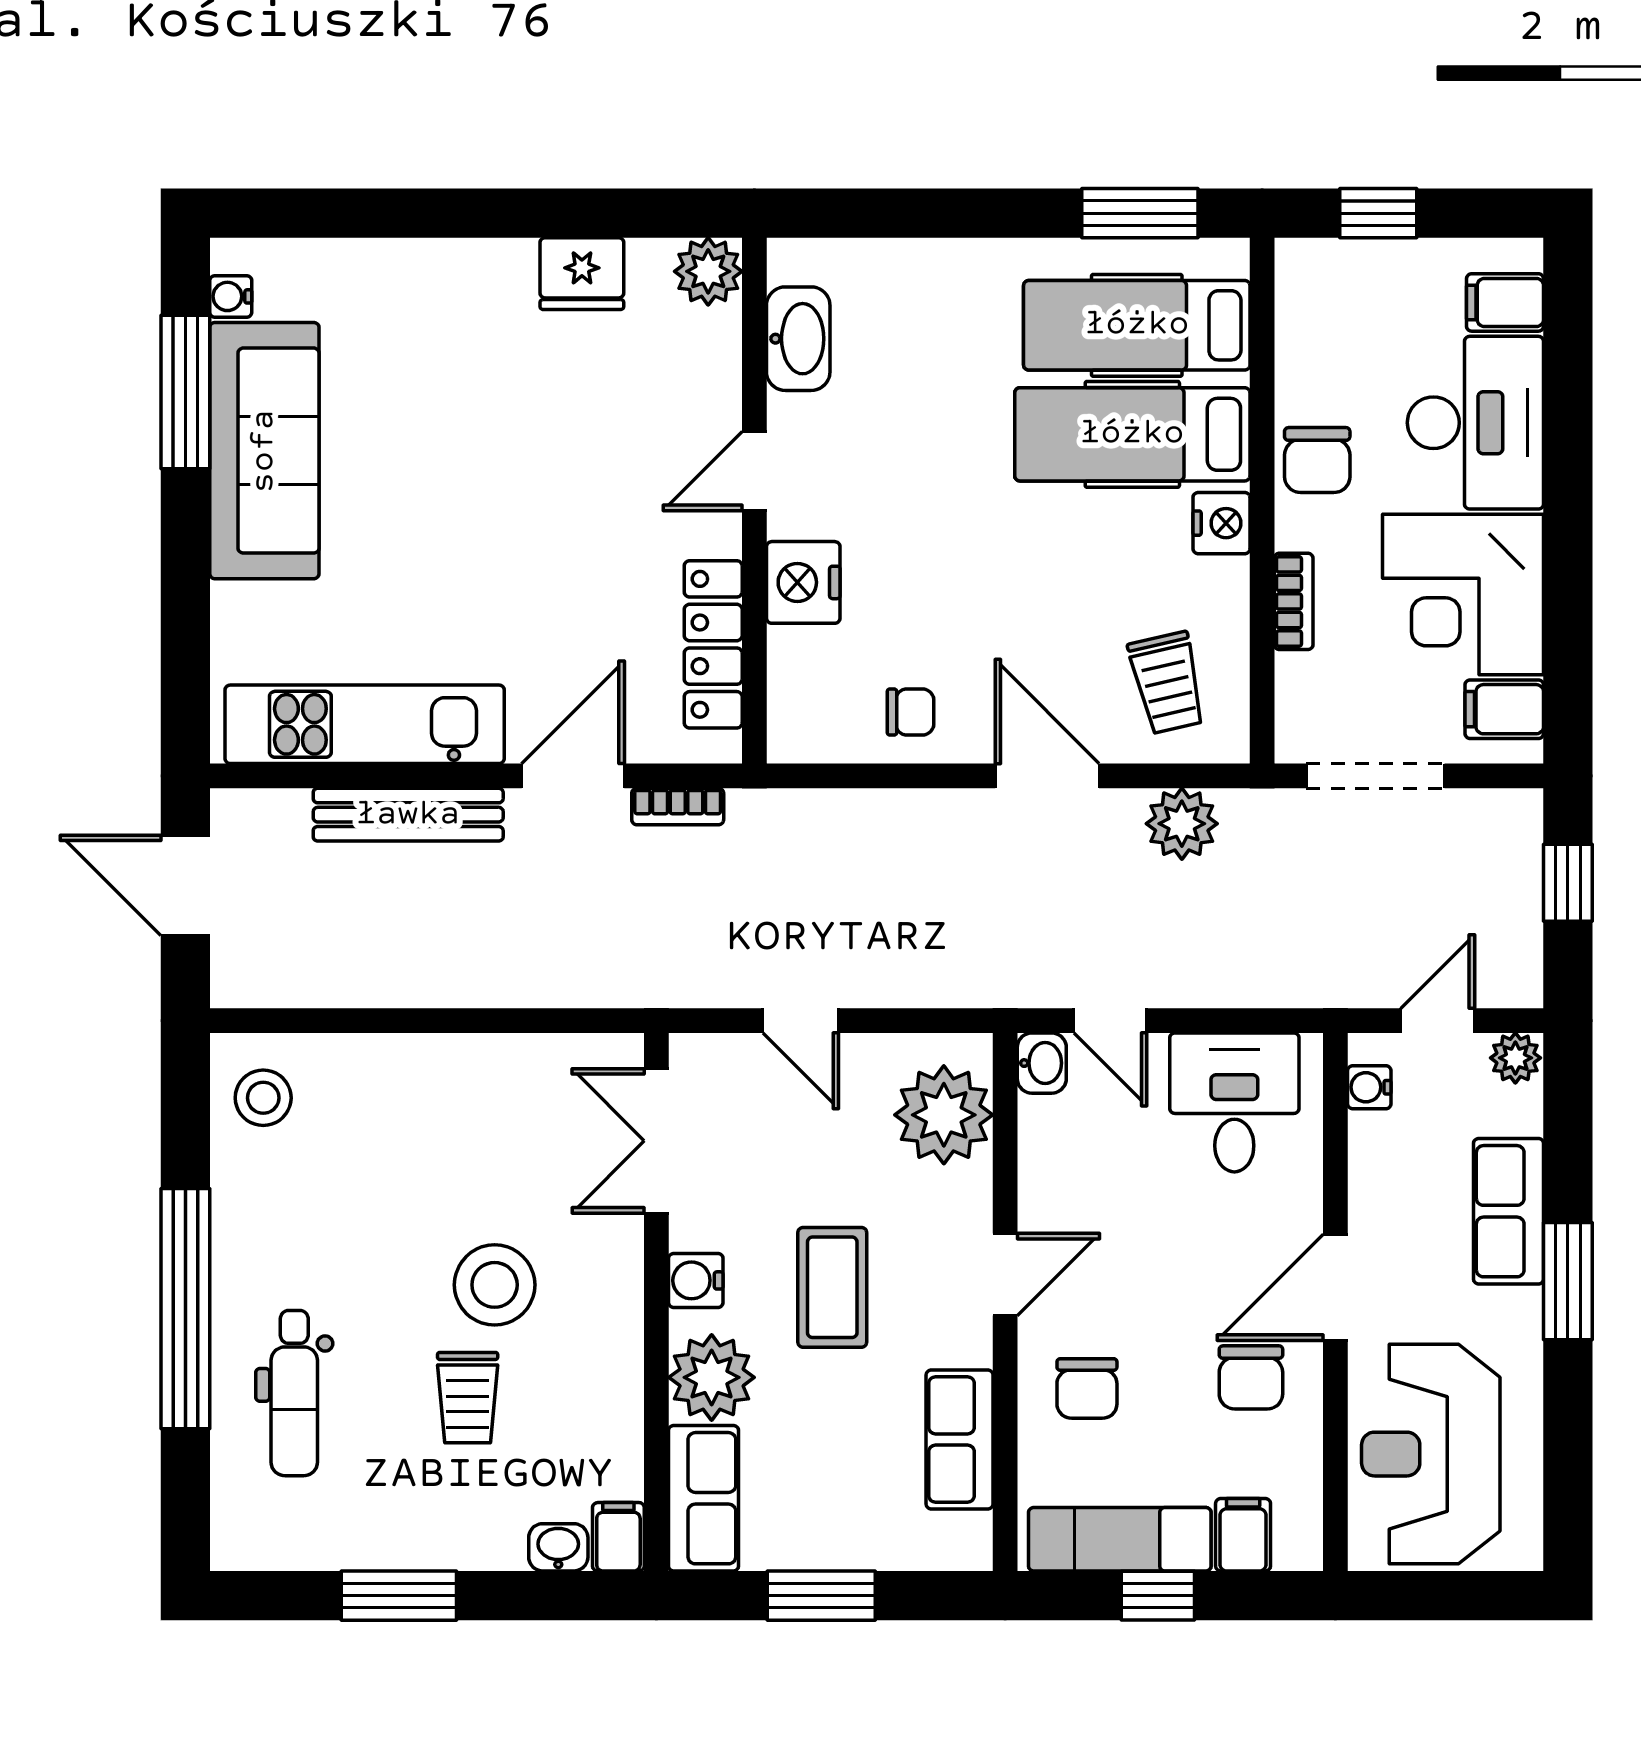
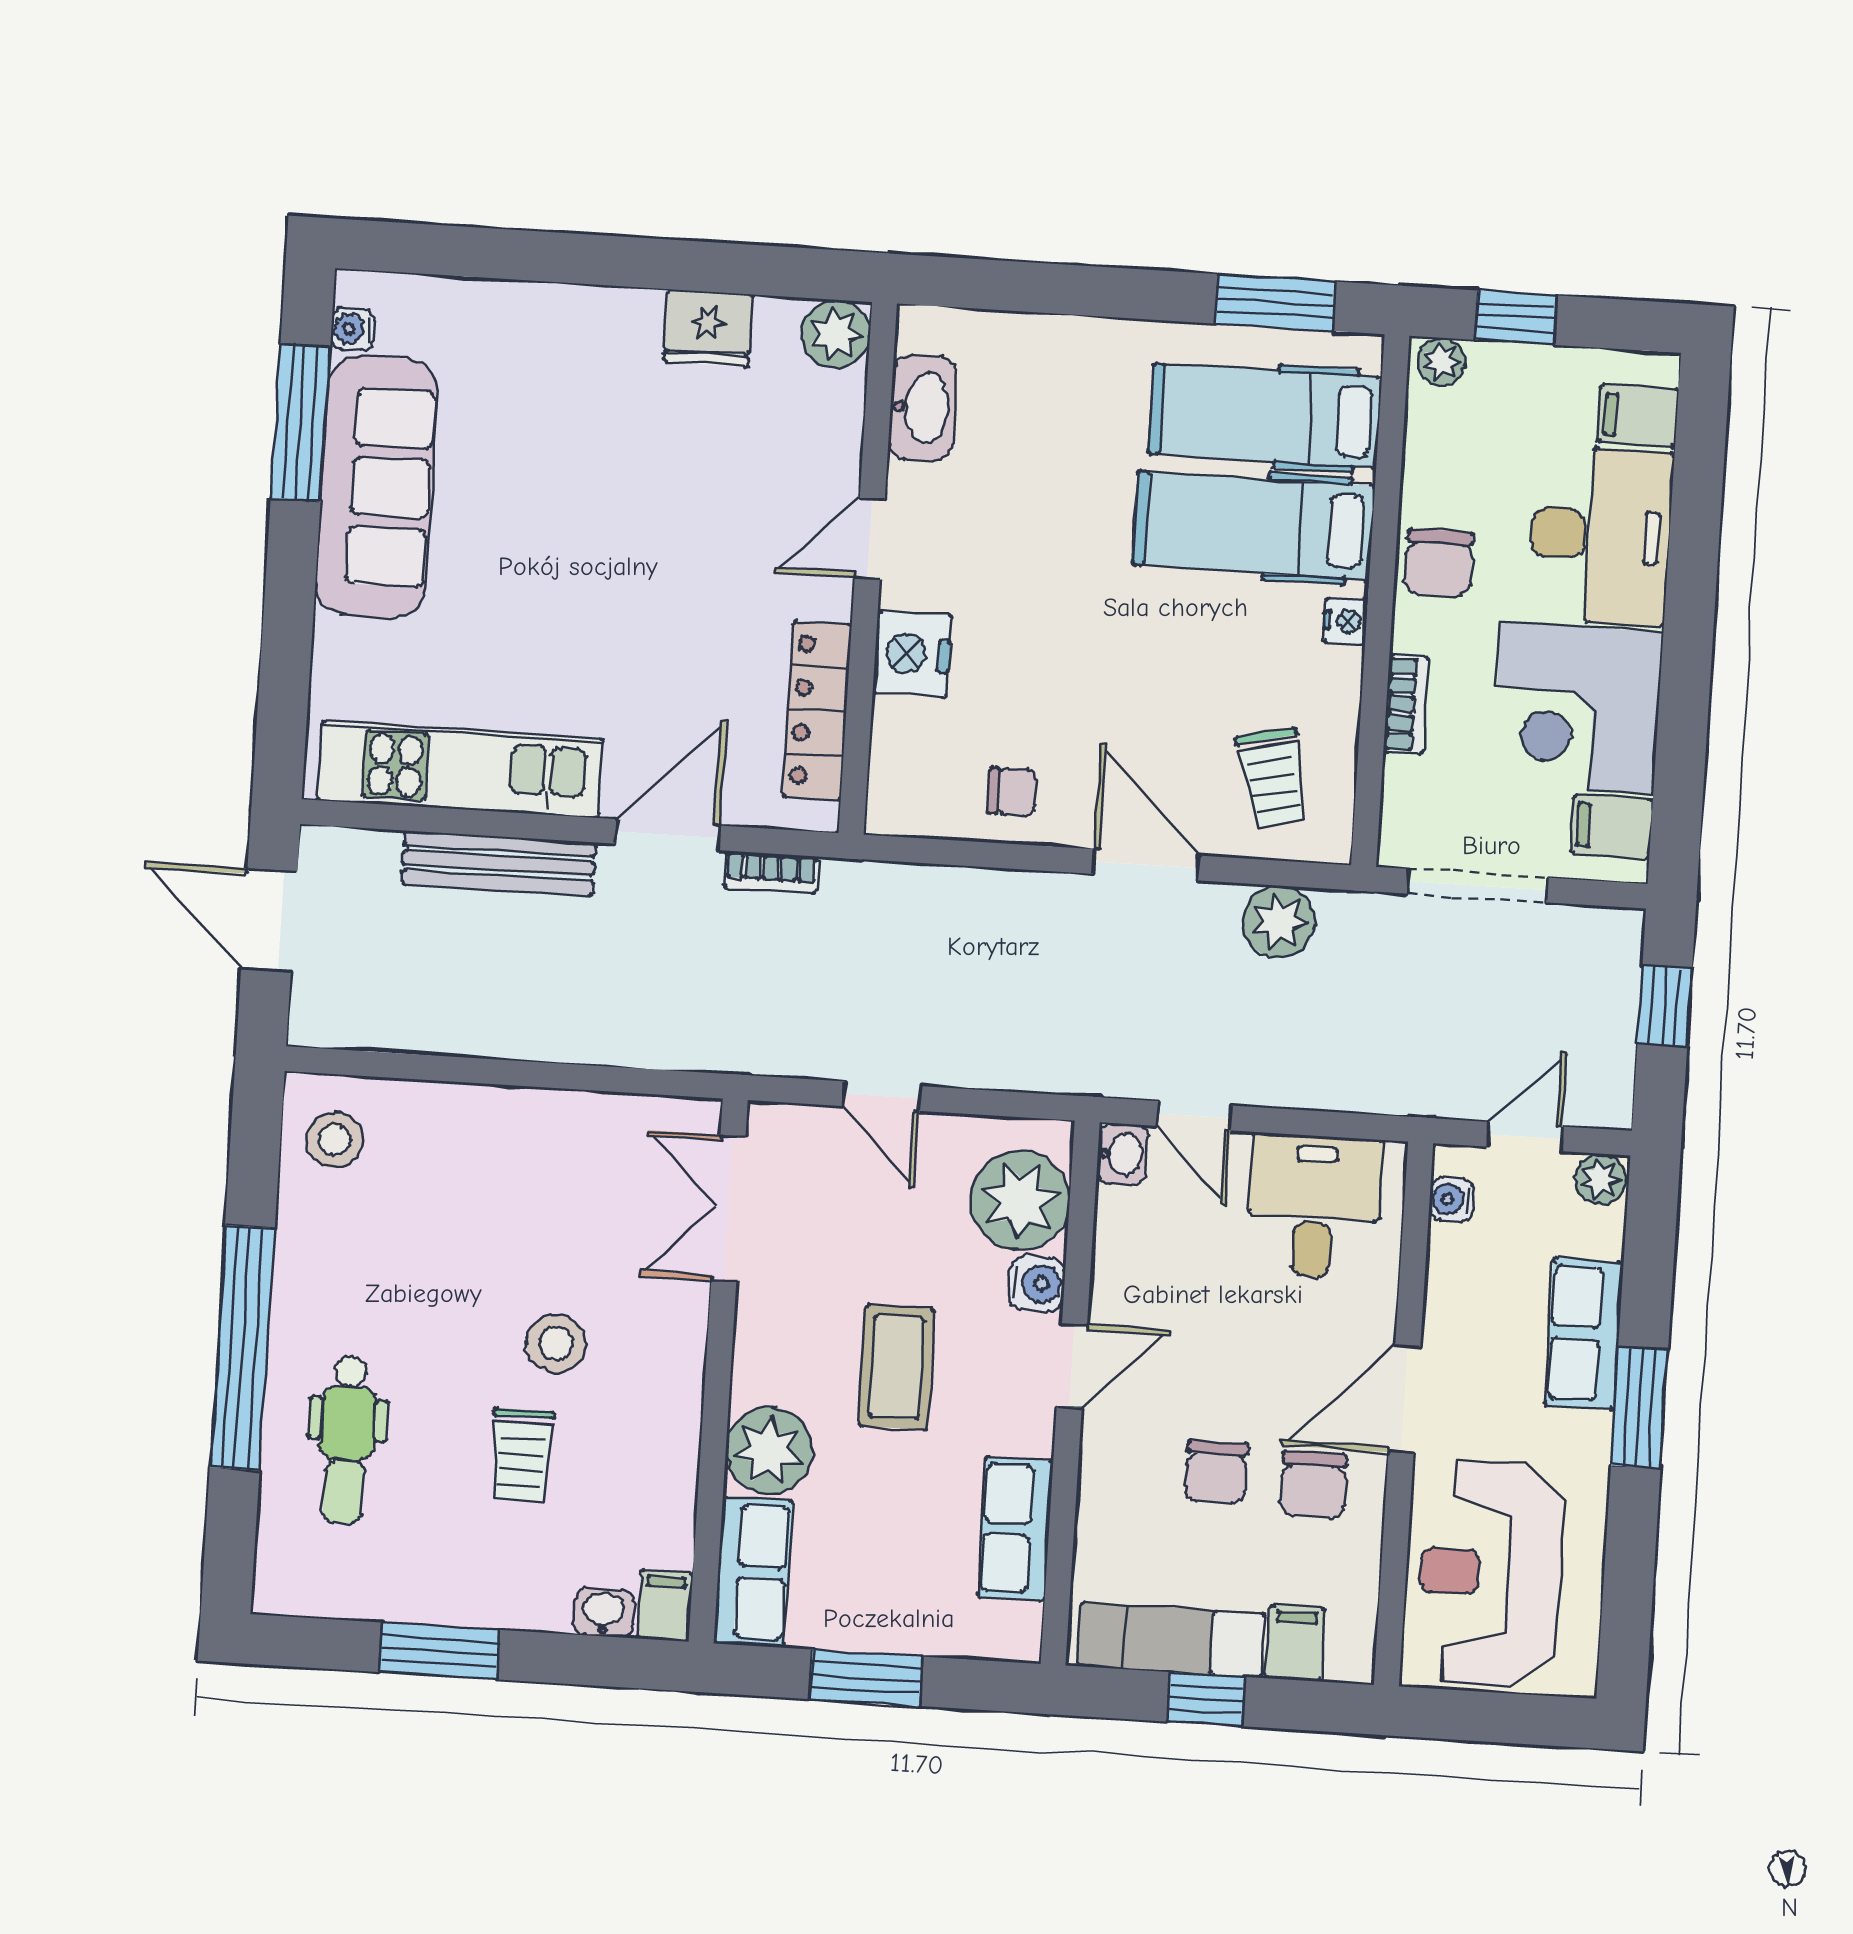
plant: (1307, 261) -> (1441, 362), added
nightstand: (1221, 523) -> (1345, 621), width x0.72, depth x0.74
water cooler: (696, 1280) -> (1037, 1284), moved, turned 180
stool: (495, 1285) -> (556, 1343), width x0.73, depth x0.73
chair: (1087, 1388) -> (1216, 1472), moved

